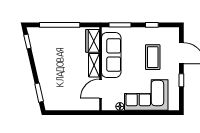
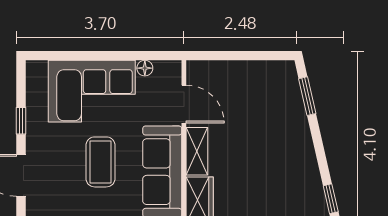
coffee table: (153, 57) -> (100, 162), moved
door: (100, 89) -> (184, 104), hinge flipped

